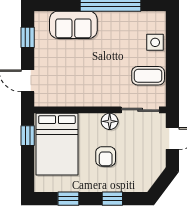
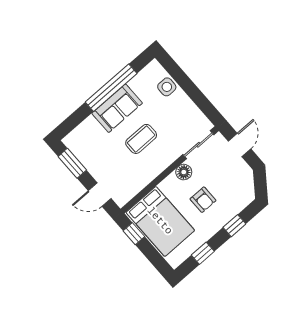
sofa: (73, 25) -> (117, 108), moved
window: (28, 37) -> (72, 163), width x1.50
coffee table: (148, 76) -> (141, 139), moved

